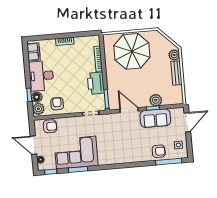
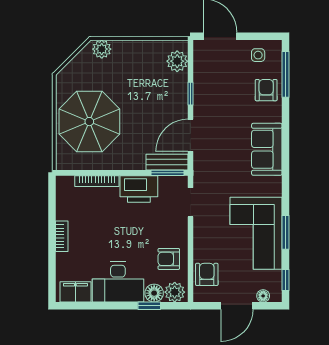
bench: (176, 73) -> (167, 162), moved
plant: (156, 100) -> (177, 61), moved
sofa: (155, 118) -> (267, 149), moved, turned 180

